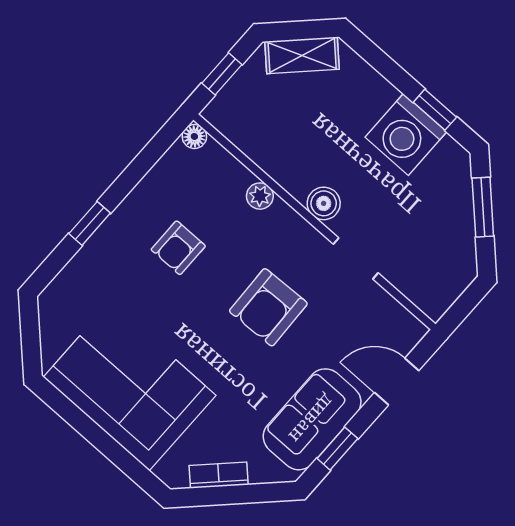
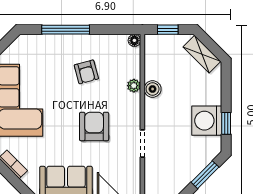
boiler: (324, 203) -> (153, 89), moved
window: (90, 223) -> (66, 30), width x2.17
armchair: (178, 248) -> (86, 72), turned -105
armchair: (268, 307) -> (94, 127), turned 92

